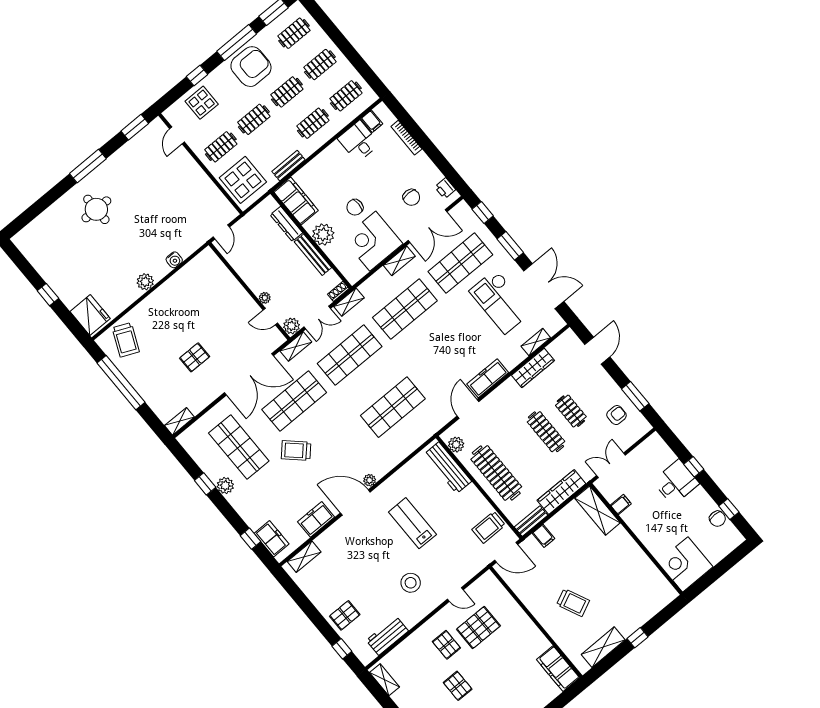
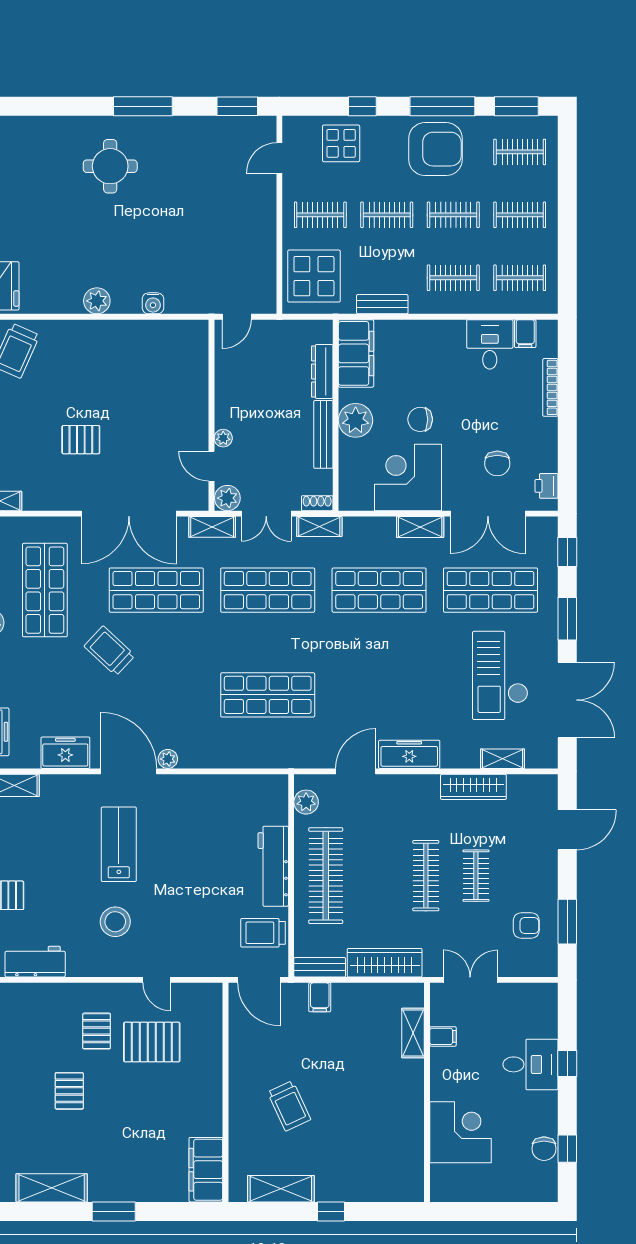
workbench: (448, 468) -> (273, 866), moved
shelving: (598, 511) -> (413, 1033), width x0.67, depth x0.75
lab bench: (412, 523) -> (119, 844), moved
corner desk: (685, 564) -> (460, 1132), moved, turned 90

